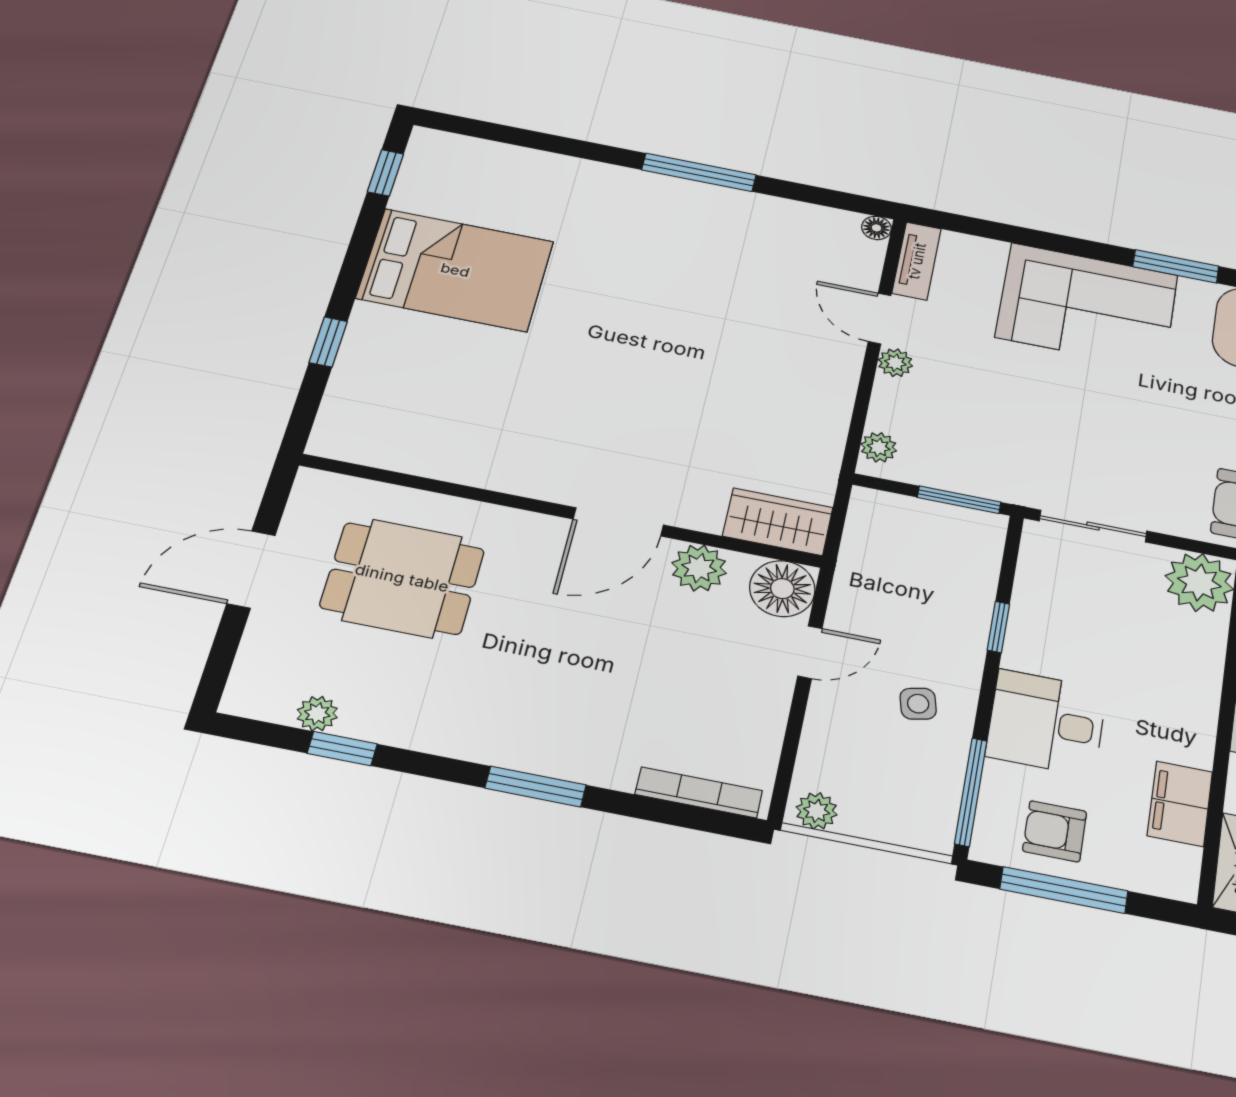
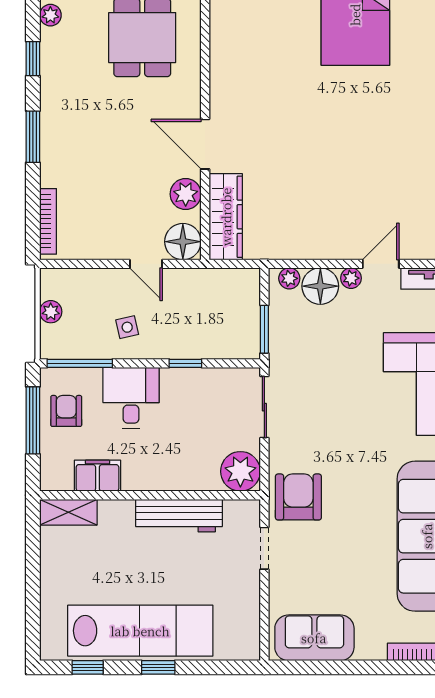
floor lamp: (900, 407) -> (320, 286), added
wardrobe: (778, 522) -> (226, 217), width x1.50
window: (342, 749) -> (33, 59), moved
plant: (817, 811) -> (51, 312), moved

